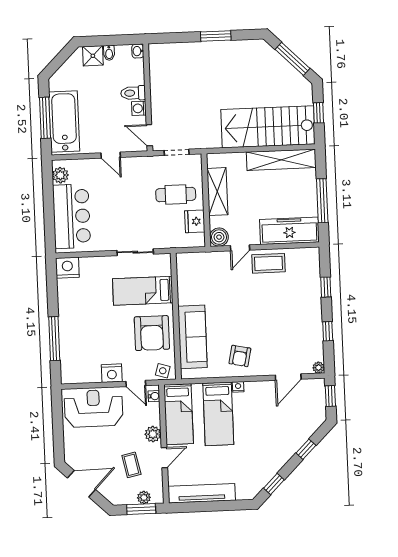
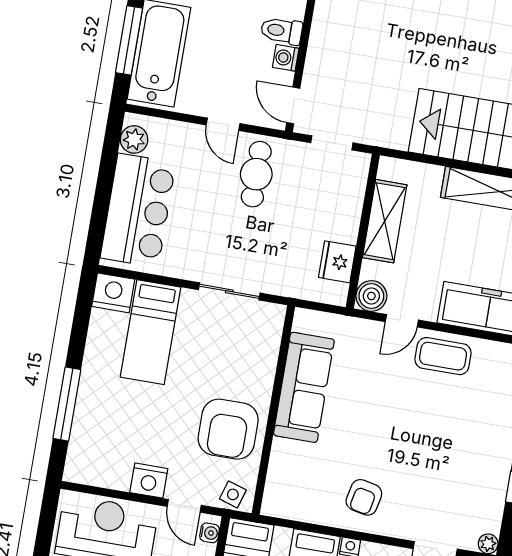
cafe table: (176, 195) -> (256, 174), moved, turned 90
bed: (143, 291) -> (151, 332), moved, turned -90
sofa: (193, 337) -> (304, 387), moved

